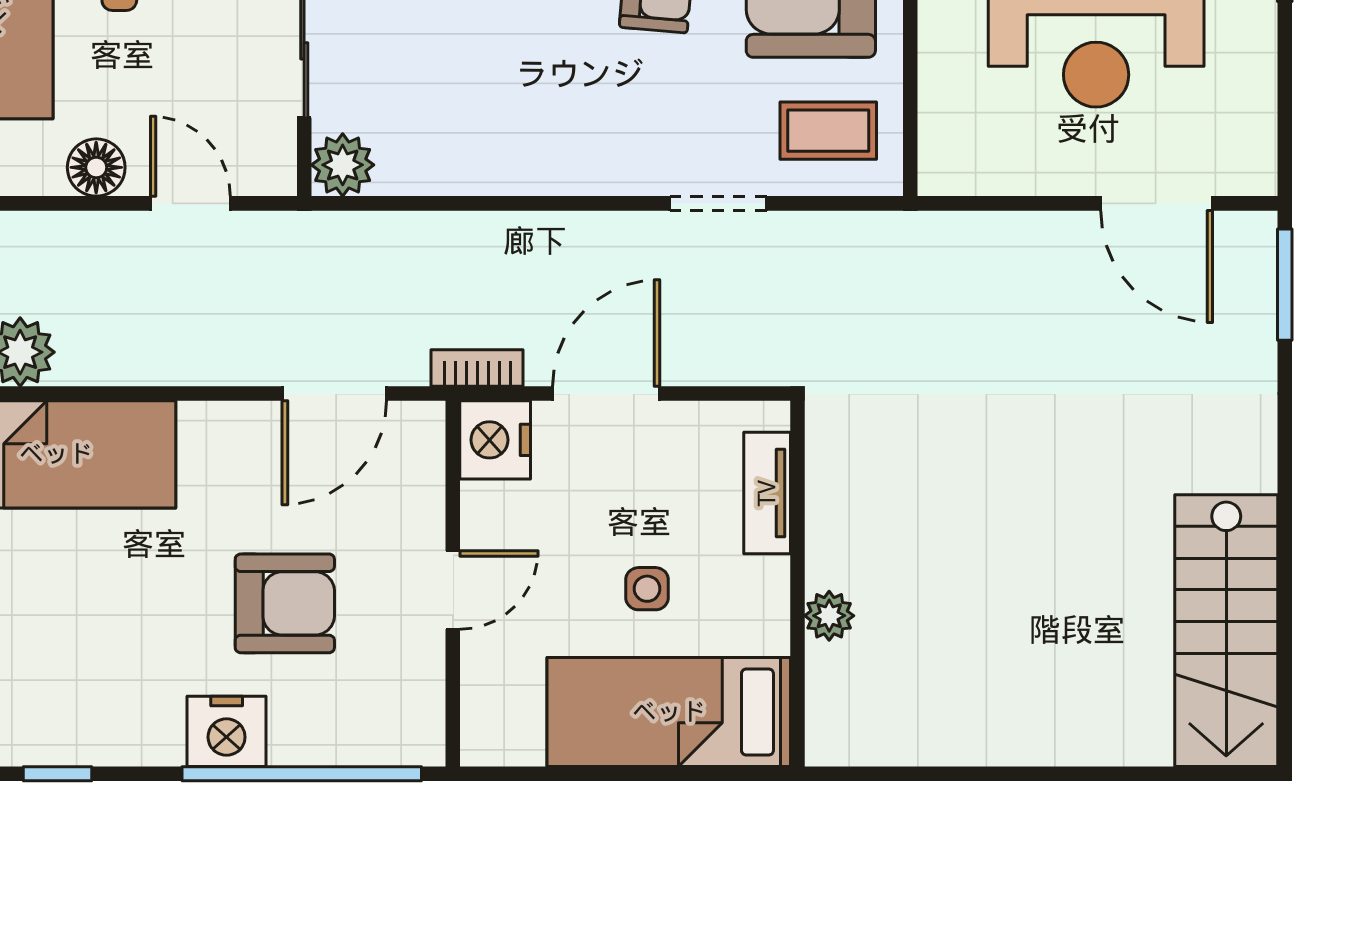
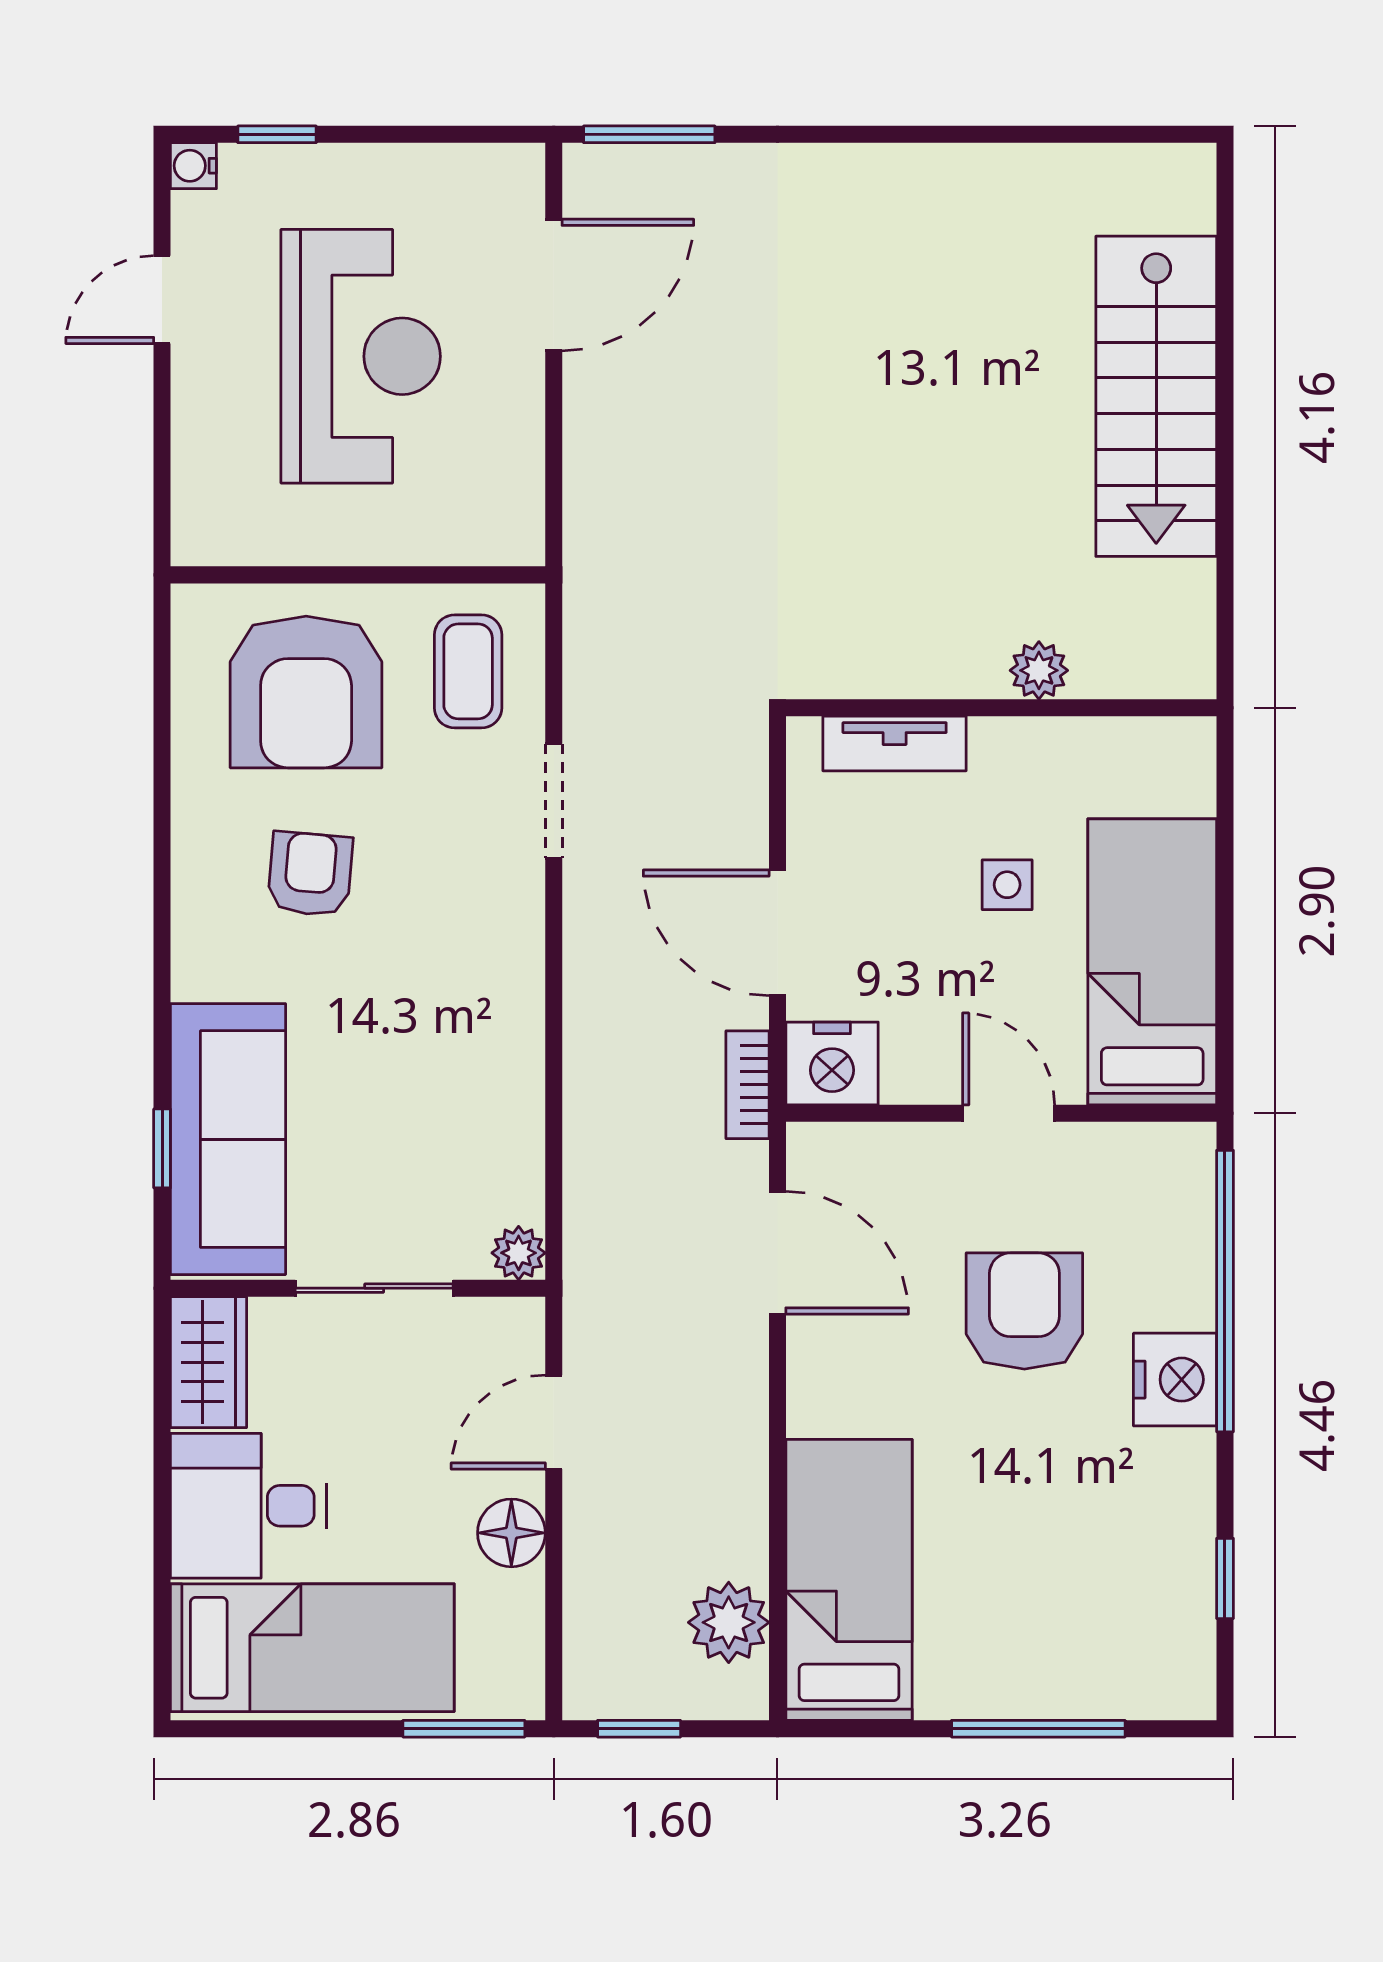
plant: (343, 165) -> (519, 1253), width x0.73, depth x0.73
stairs: (1226, 631) -> (1156, 396), moved, turned 90
bed: (669, 712) -> (1152, 962), moved, turned 180

